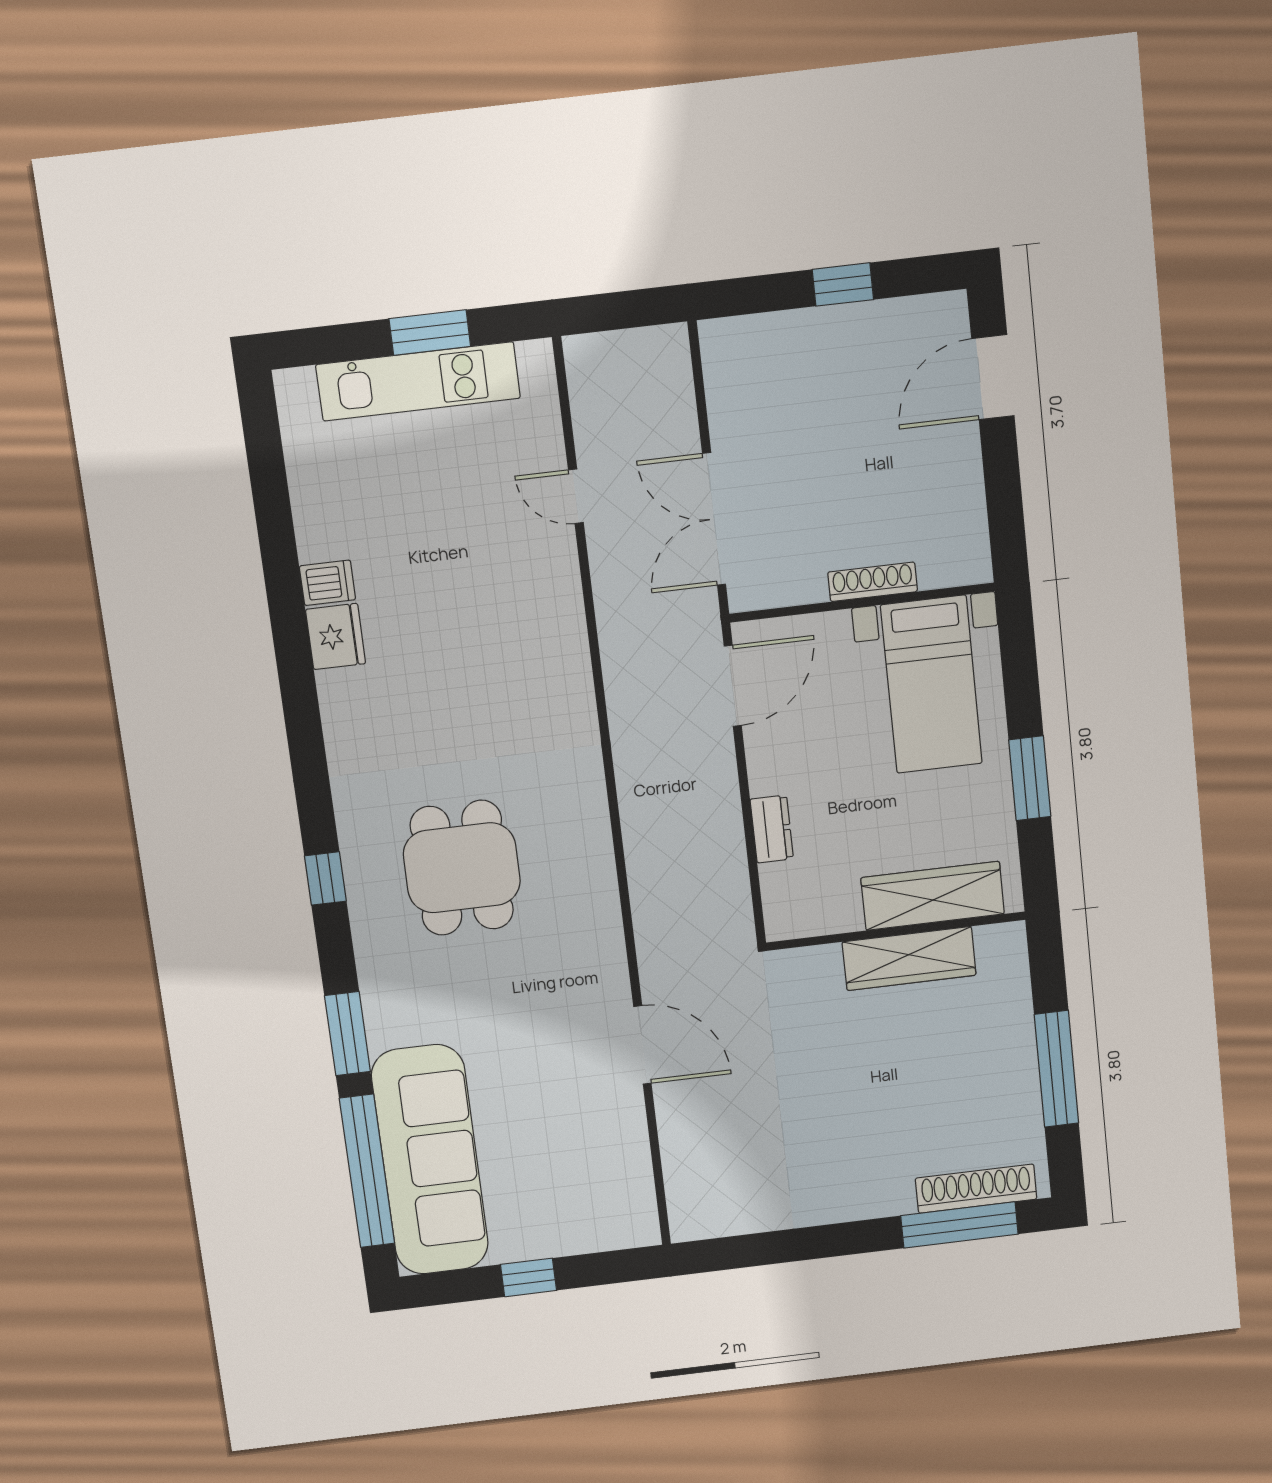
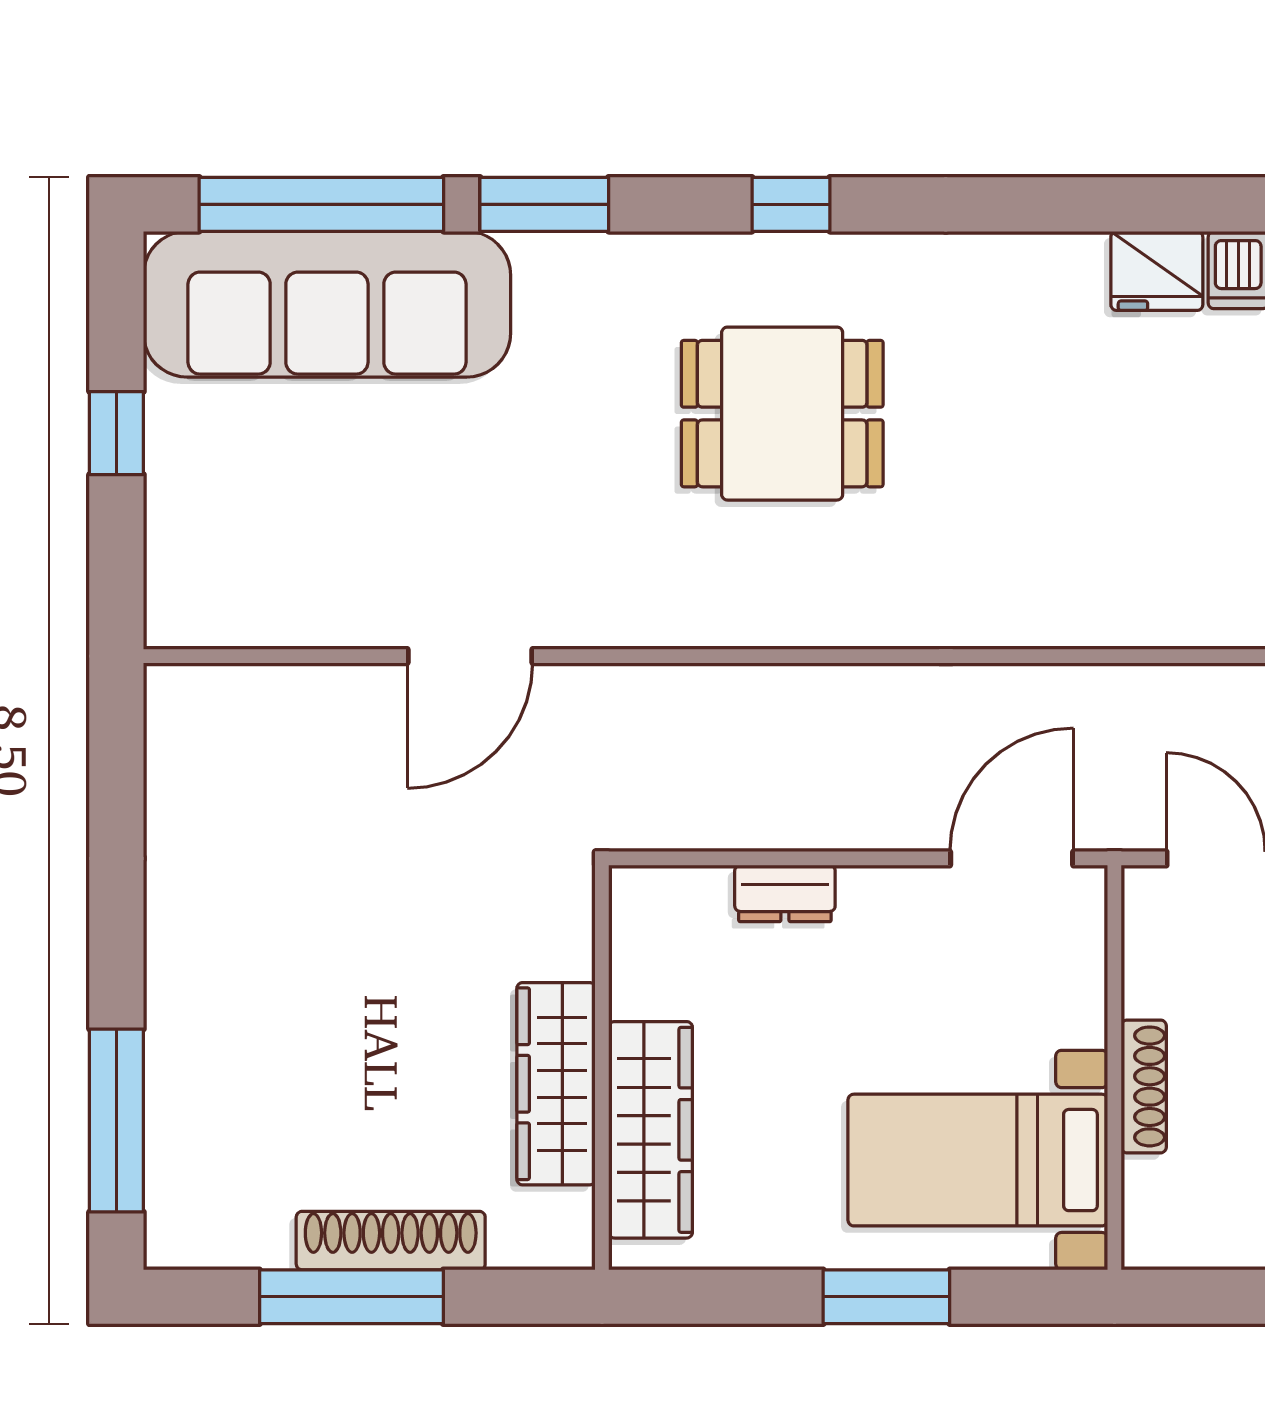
door: (733, 686) -> (1012, 858), swing flipped
window: (1030, 778) -> (886, 1297), moved
shoe rack: (976, 1189) -> (391, 1241), moved, turned -90

